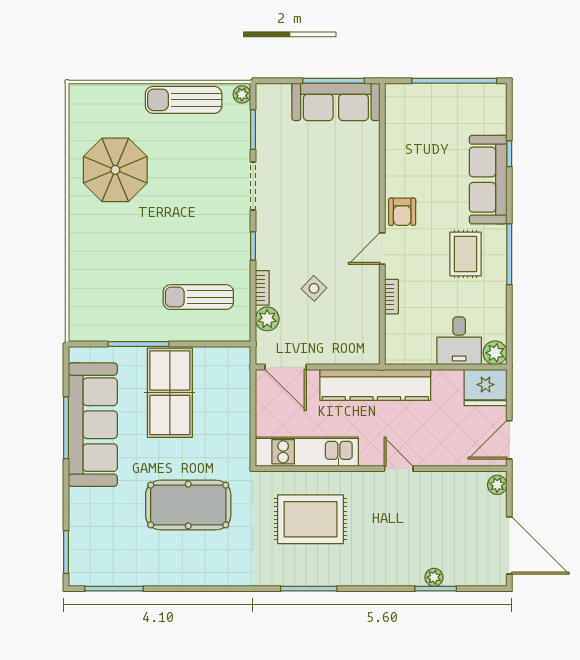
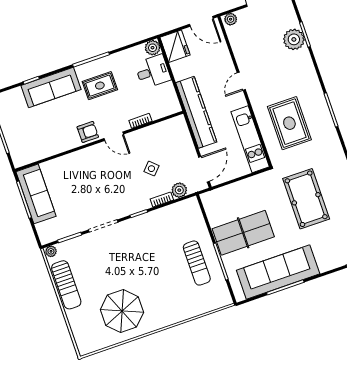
sun lounger: (198, 297) -> (197, 263), moved
plant: (434, 577) -> (294, 39), width x1.88, depth x1.88

